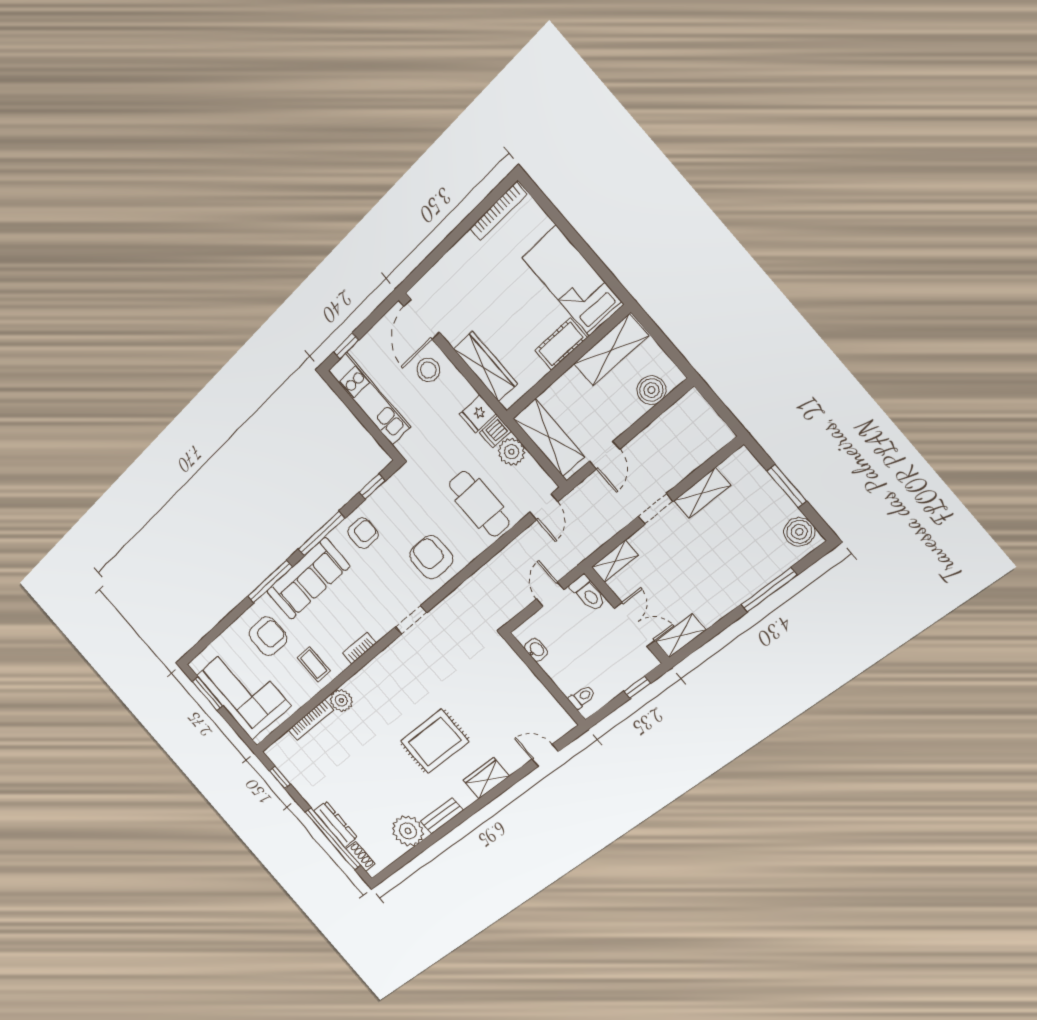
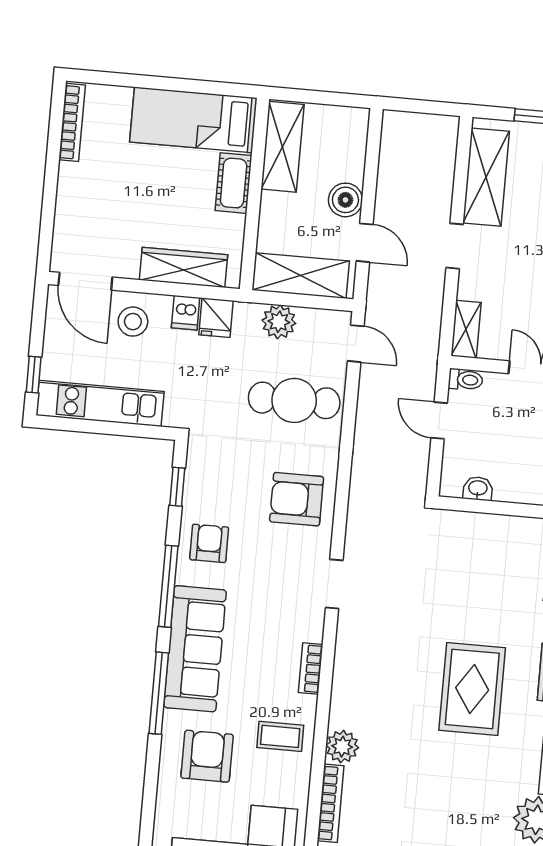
boiler: (651, 390) -> (345, 200), moved
dishwasher: (495, 432) -> (186, 313), moved
shelving: (702, 493) -> (486, 177), width x1.50, depth x1.33
toilet: (588, 593) -> (466, 380), width x0.73, depth x0.72

